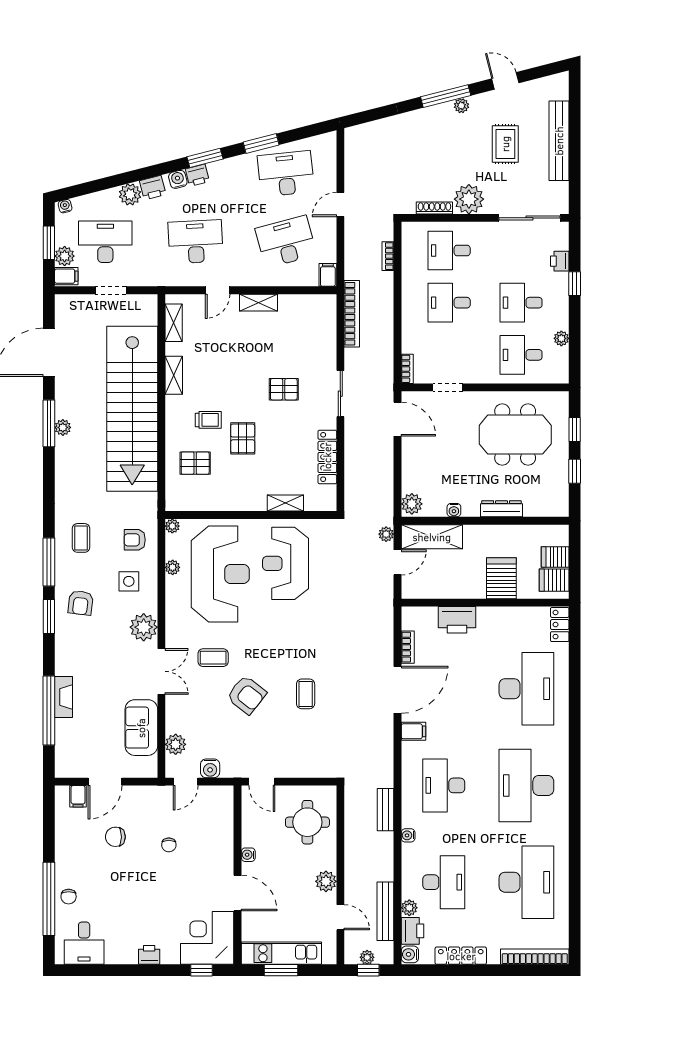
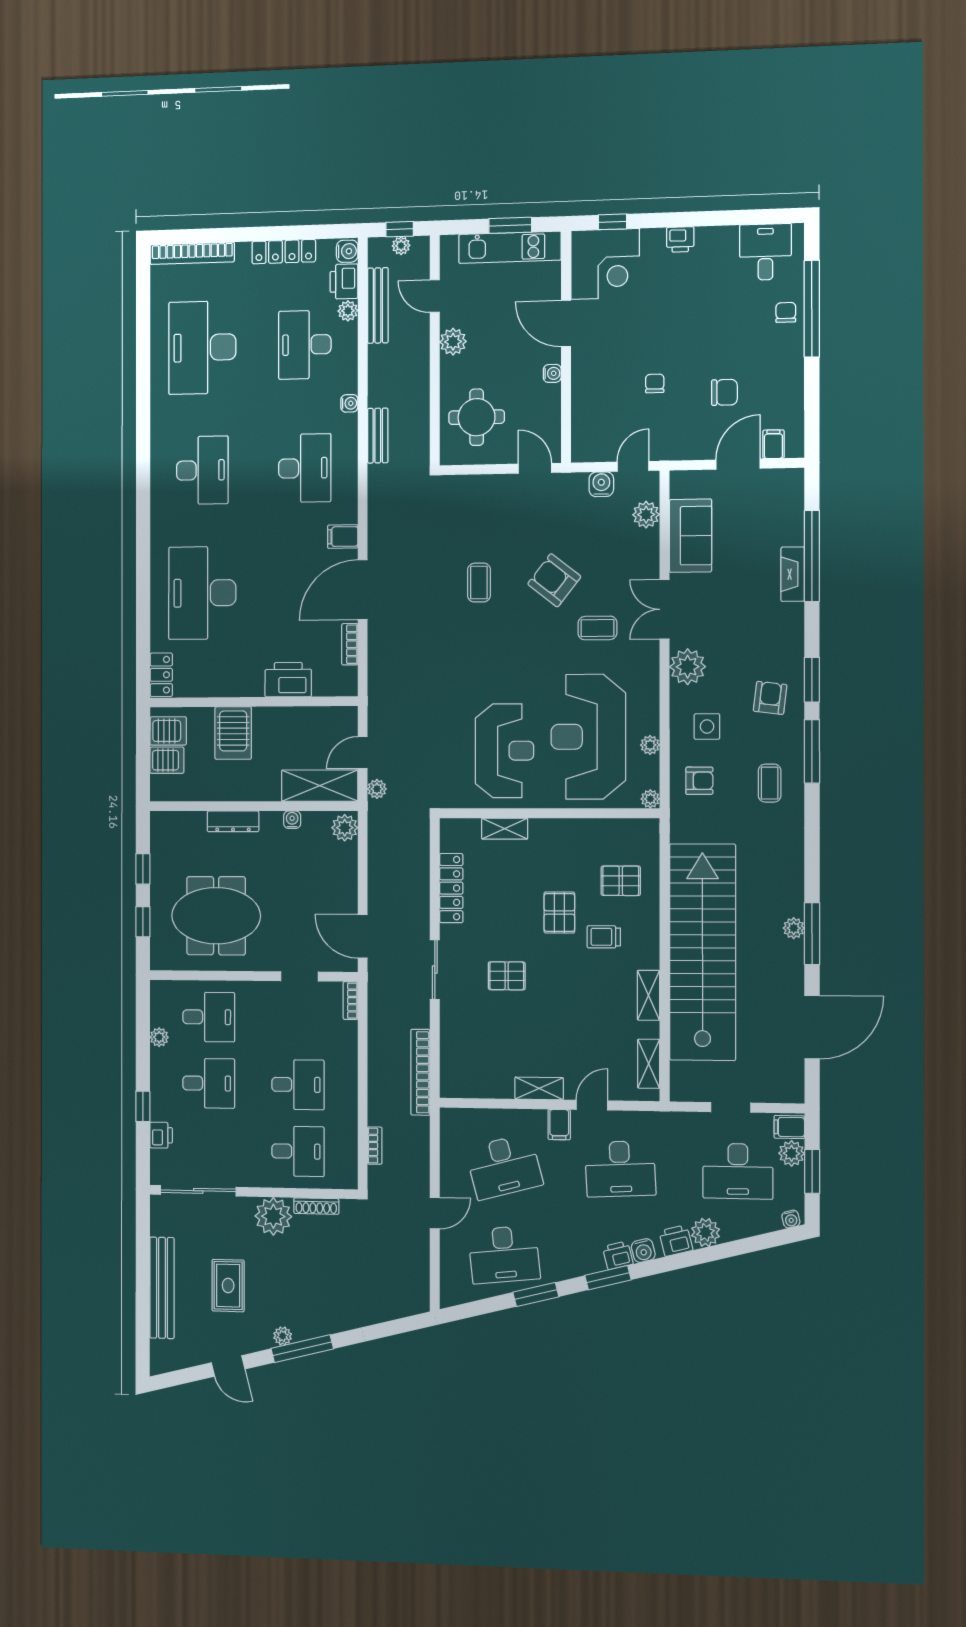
filing cabinet: (328, 275) -> (559, 1125), moved
desk: (526, 785) -> (202, 470), width x0.73, depth x0.77

